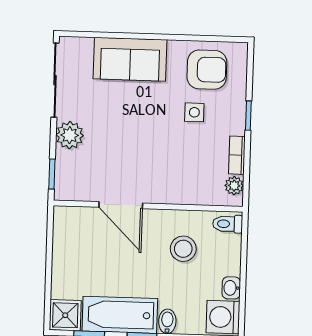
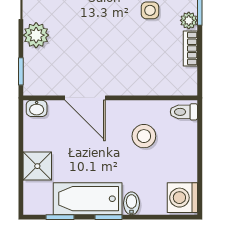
plant: (234, 186) -> (189, 20), moved
washbasin: (231, 288) -> (37, 108), moved, turned -90
shower: (65, 315) -> (37, 166), moved

